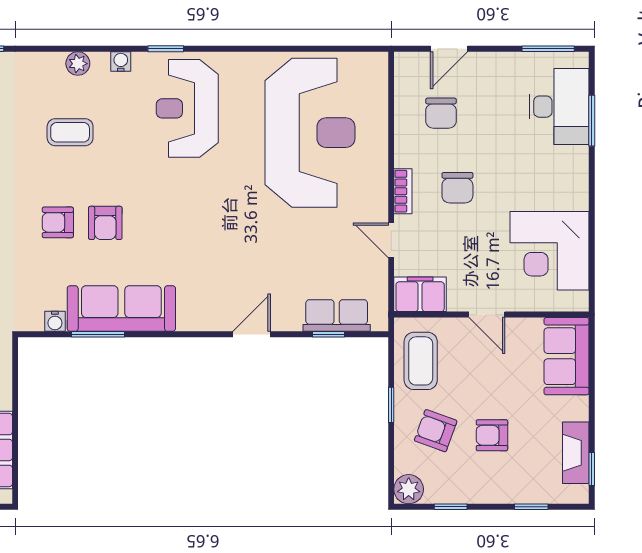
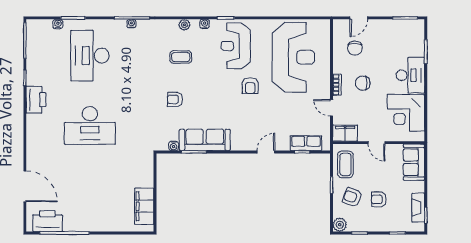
desk: (559, 107) -> (410, 75), moved
chair: (457, 188) -> (363, 83), turned 90
armchair: (105, 223) -> (250, 86), moved

